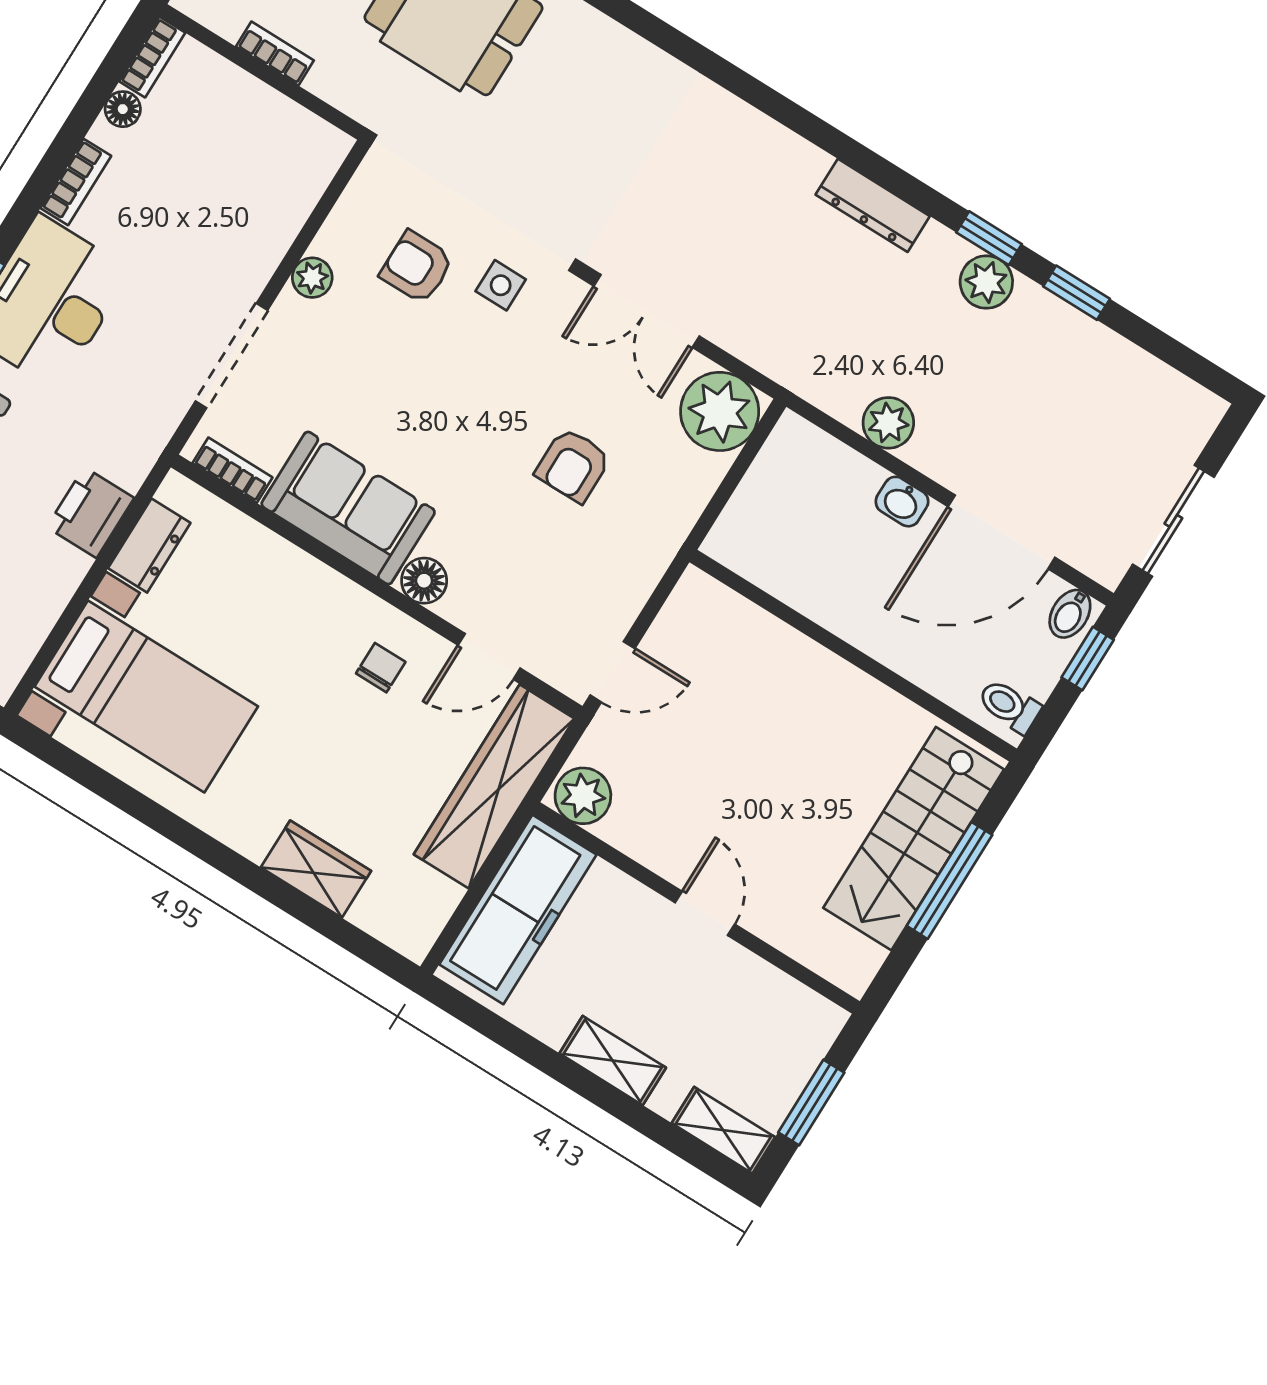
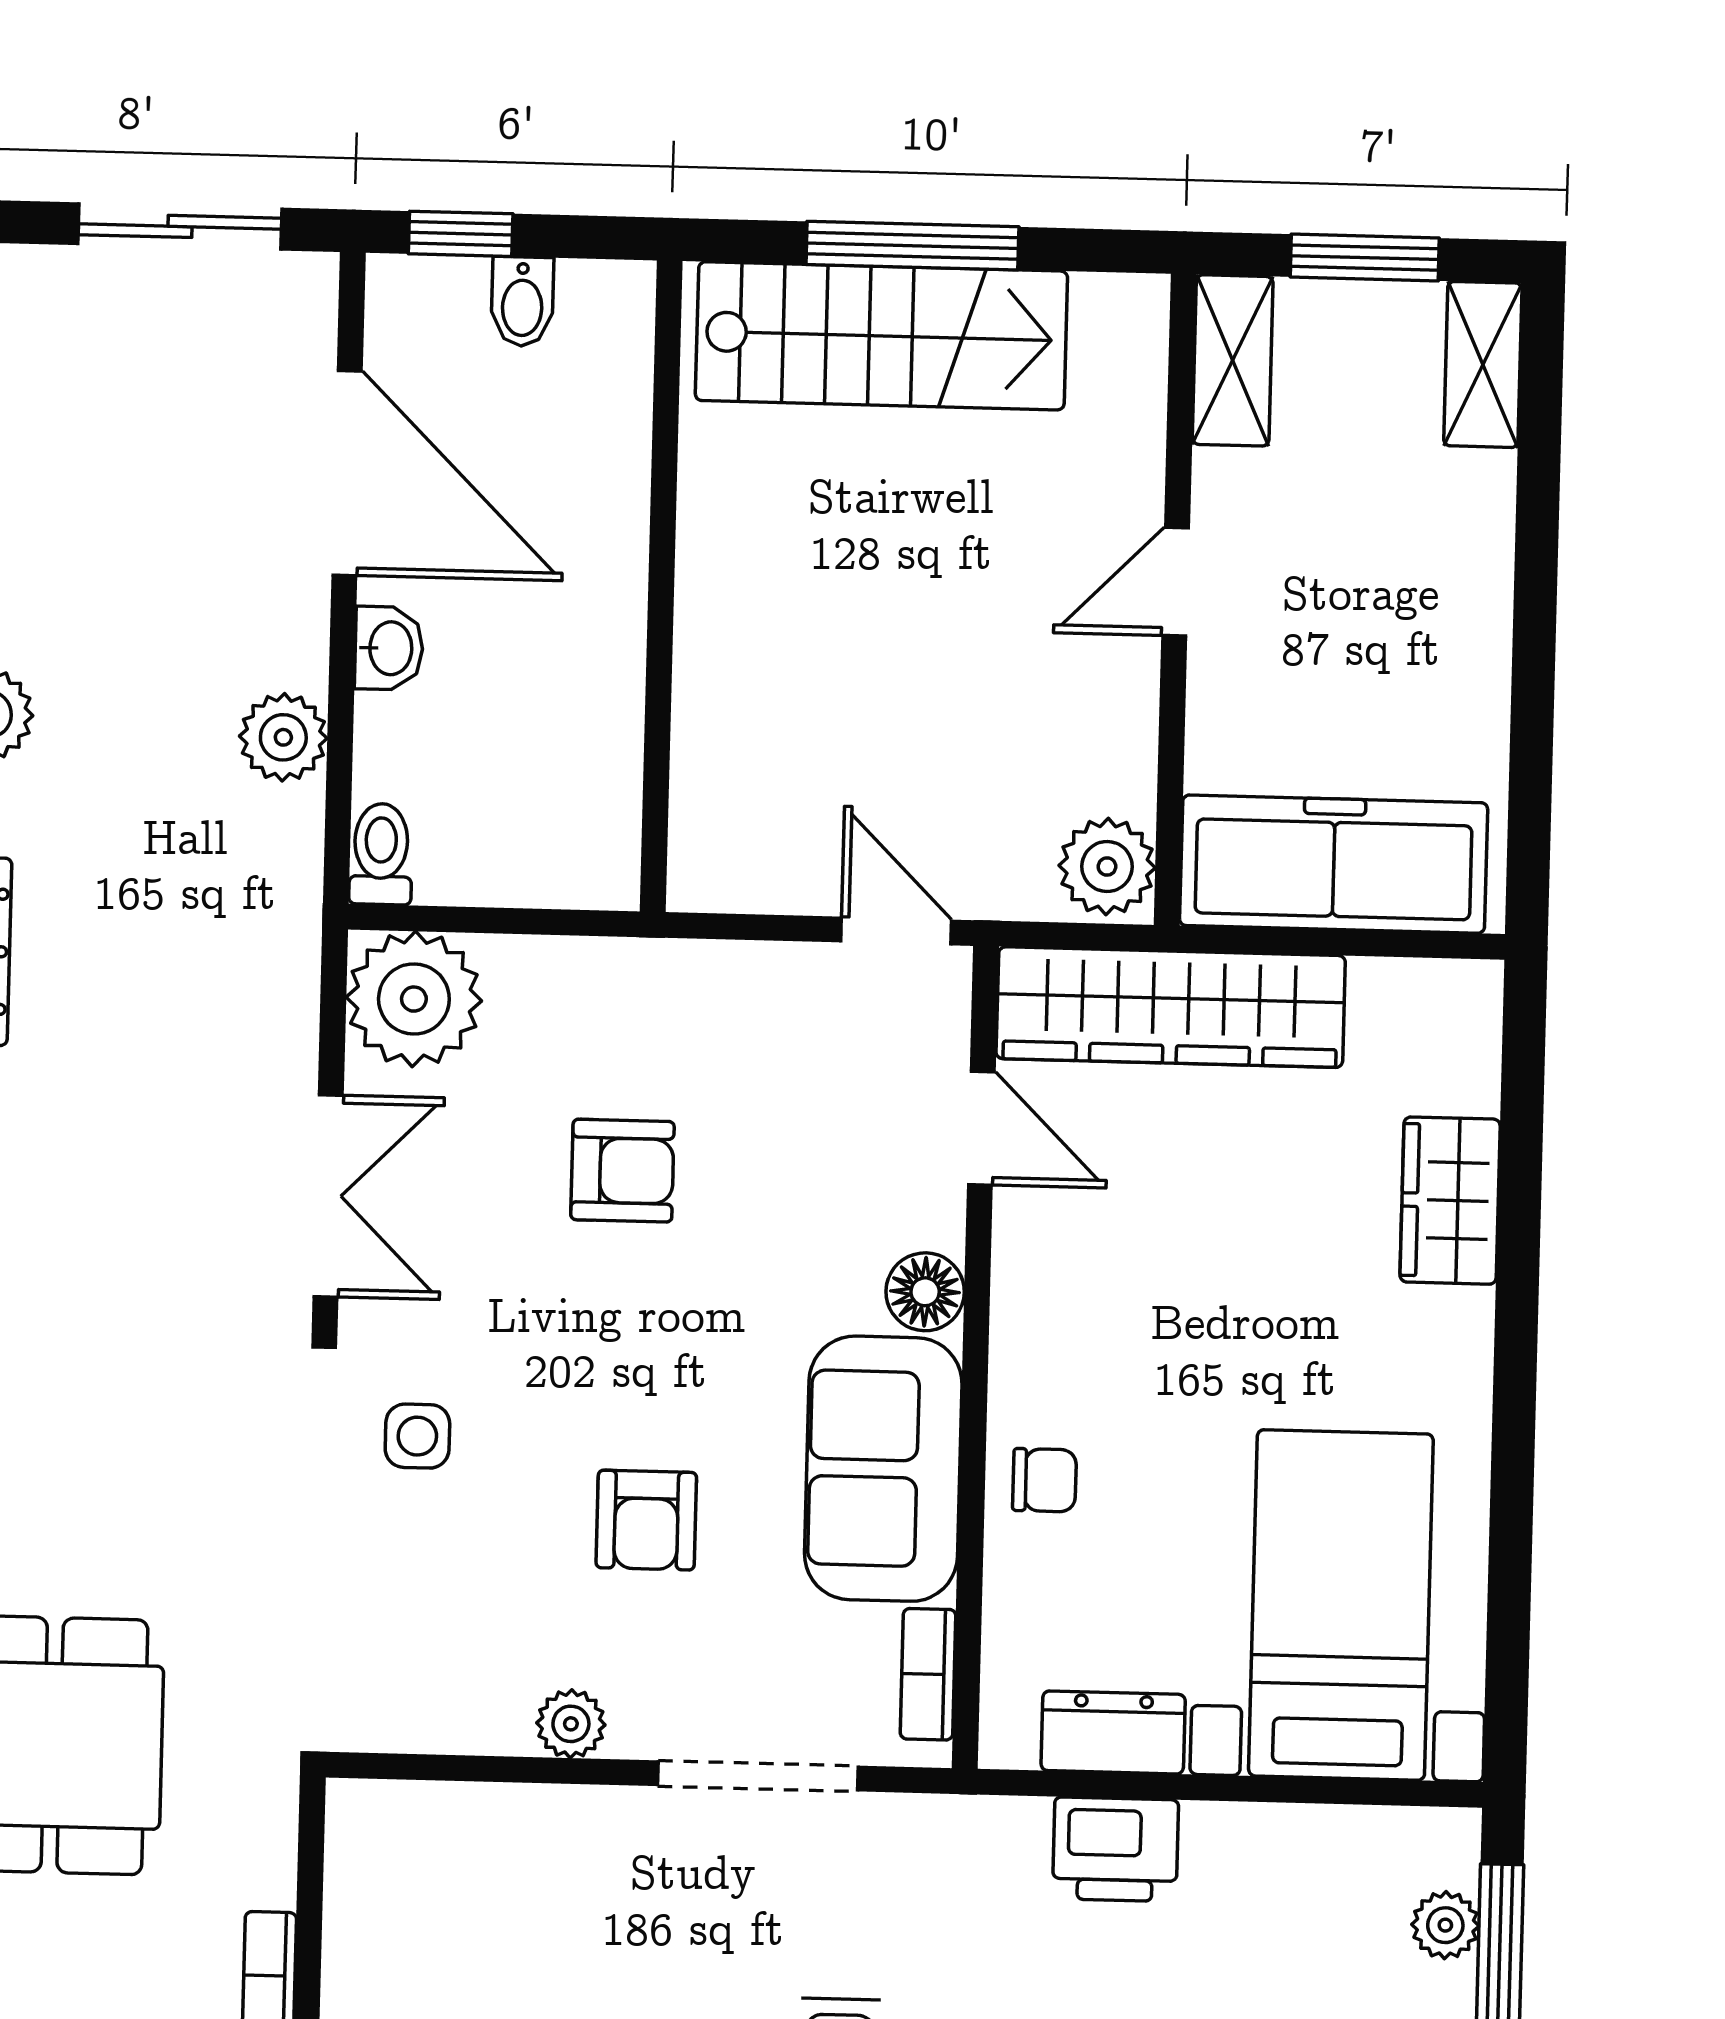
armchair: (417, 267) -> (646, 1520), moved
bidet: (1070, 614) -> (522, 302), moved, turned 90
chair: (381, 668) -> (1044, 1480), moved, turned 180
toilet: (1009, 706) -> (381, 854), moved, turned 180
shelving: (613, 1061) -> (1233, 360), moved

